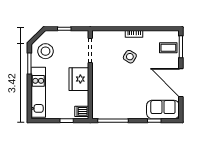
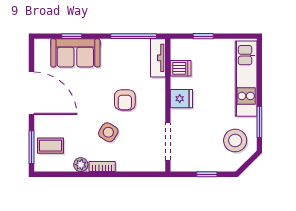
plant: (148, 35) -> (81, 165), added
armchair: (119, 78) -> (125, 100), added
fridge: (79, 79) -> (181, 99), width x0.53, depth x0.75
tv unit: (97, 106) -> (158, 58), added
sofa: (163, 109) -> (75, 53), moved
dishwasher: (82, 111) -> (181, 68), moved

